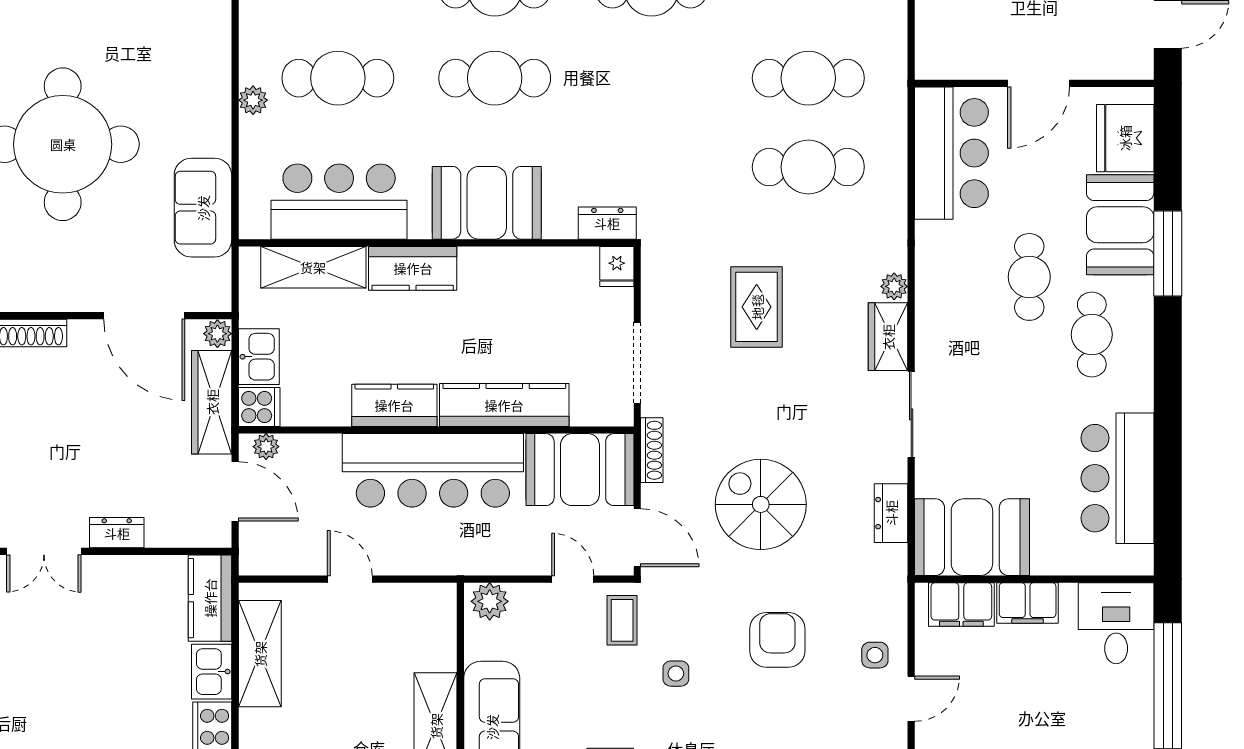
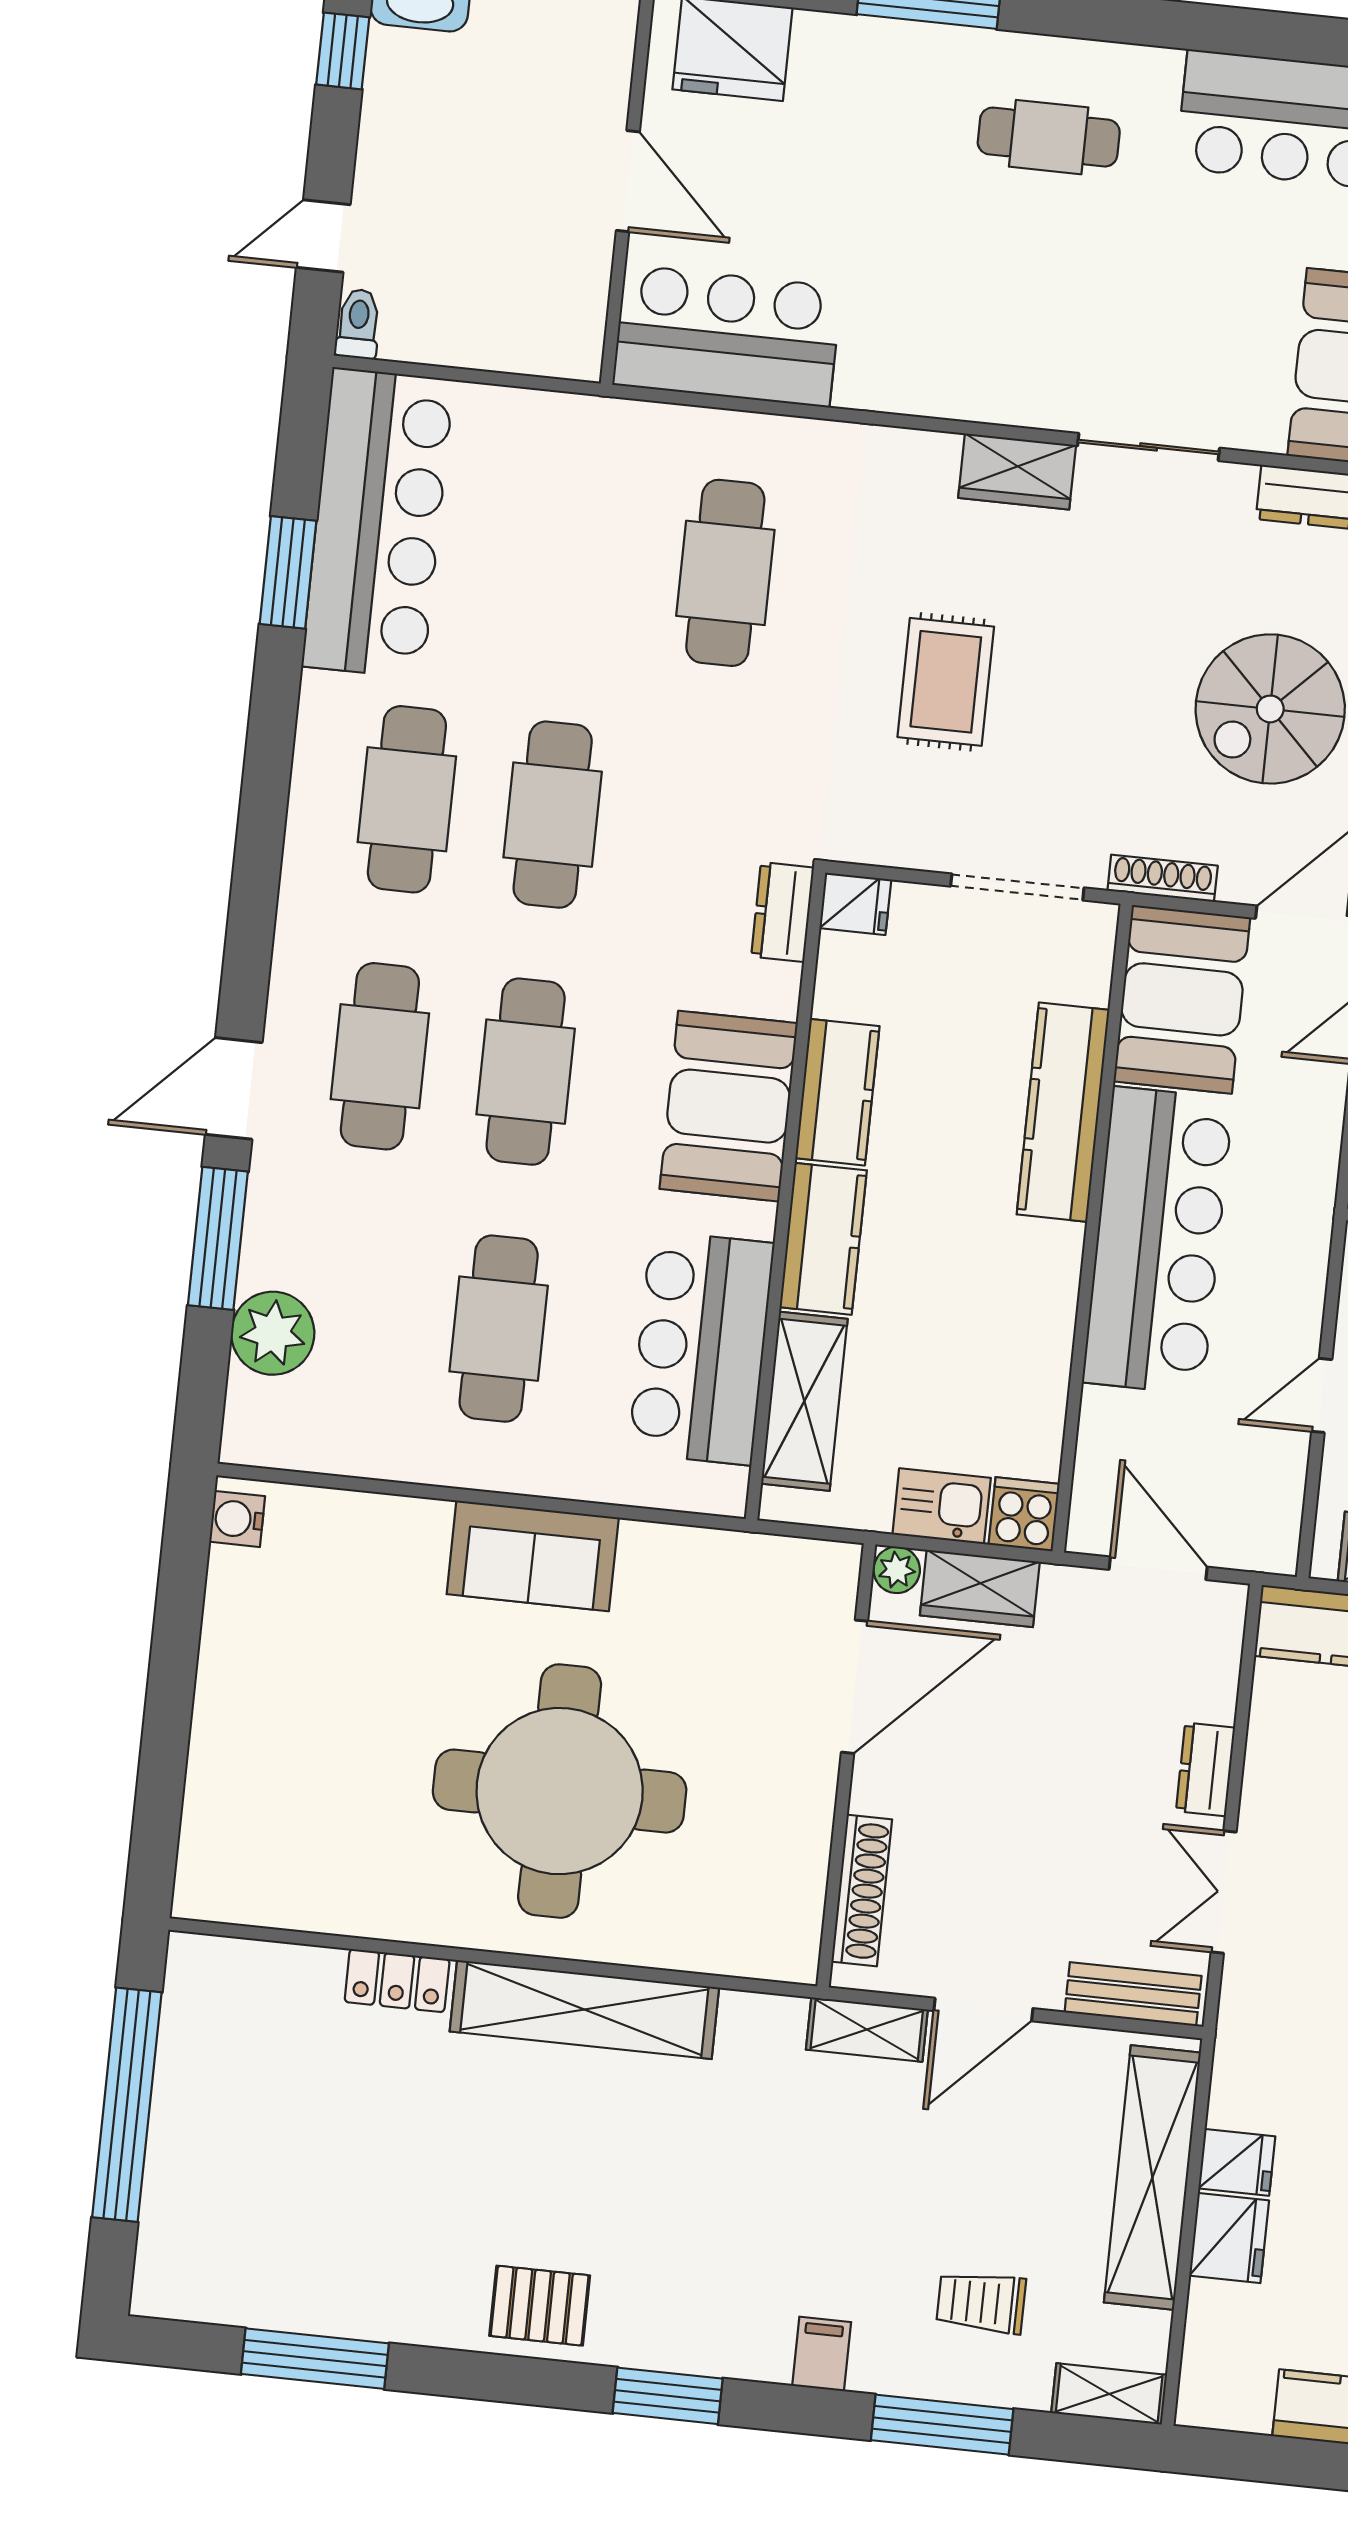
cafe table: (808, 78) -> (553, 815), moved
plant: (253, 100) -> (520, 1471), removed
sofa: (203, 208) -> (533, 1556), moved
booth: (1120, 225) -> (874, 72), removed
cafe table: (1029, 277) -> (944, 230), removed
plant: (894, 286) -> (936, 453), removed
rug: (757, 307) -> (946, 682), turned 90
wardrobe: (212, 402) -> (980, 1588), width x0.67
kitchen counter: (394, 405) -> (837, 1092), moved, turned 180
plant: (266, 447) -> (1090, 1510), removed
door: (235, 491) -> (1158, 1568), hinge flipped
double door: (44, 551) -> (1224, 1892), swing flipped

